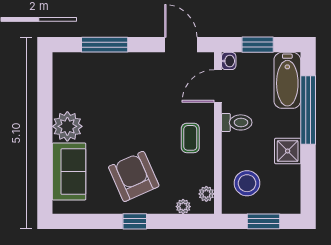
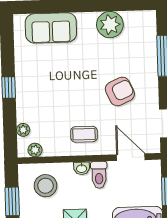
washbasin: (229, 61) -> (82, 168), moved
plant: (67, 126) -> (110, 25), moved
armchair: (134, 176) -> (120, 91), moved, width x0.73, depth x0.73

